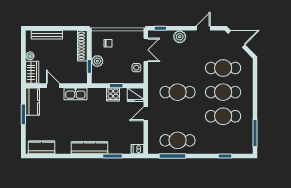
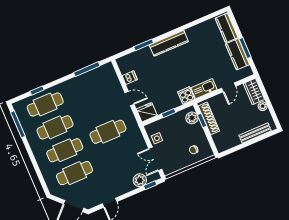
plant: (180, 37) -> (140, 180), moved
shoe rack: (82, 46) -> (209, 118), moved
plant: (97, 61) -> (192, 118), moved
door: (53, 86) -> (229, 87), hinge flipped
cooker: (113, 94) -> (186, 96), moved
kitchen counter: (32, 102) -> (237, 54), moved
door: (146, 114) -> (129, 98), hinge flipped
cafe table: (178, 140) -> (45, 105), moved
kitchen counter: (42, 147) -> (227, 28), moved, turned 90
dishwasher: (137, 149) -> (130, 78), moved

